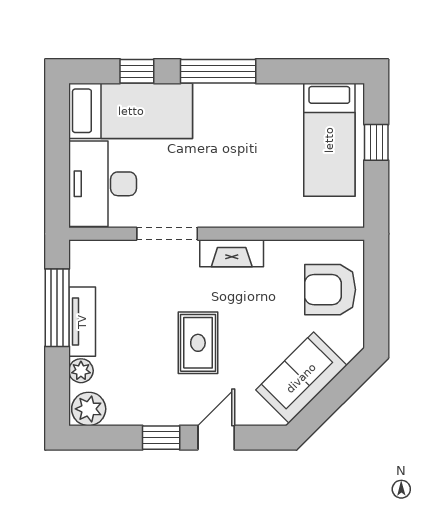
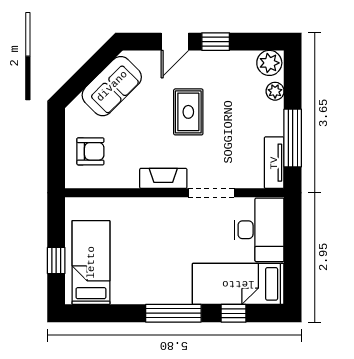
armchair: (330, 290) -> (90, 151), width x0.72, depth x0.72
tv unit: (82, 322) -> (274, 163), moved

